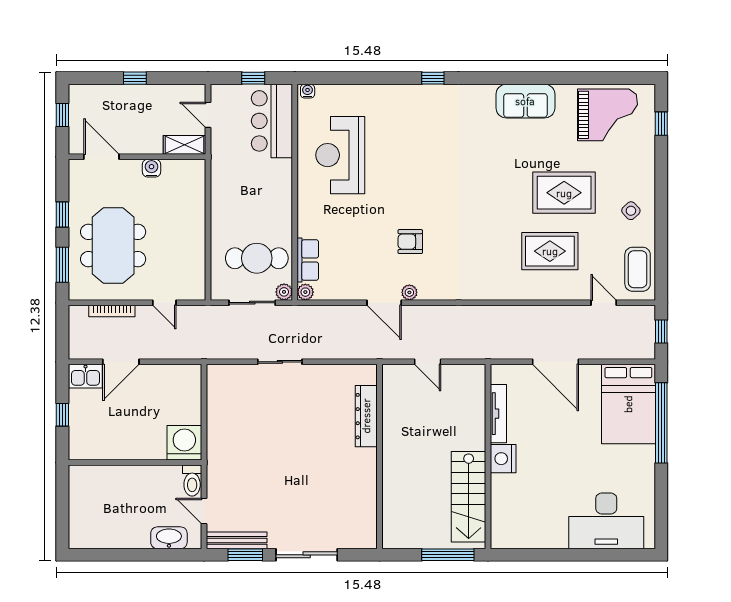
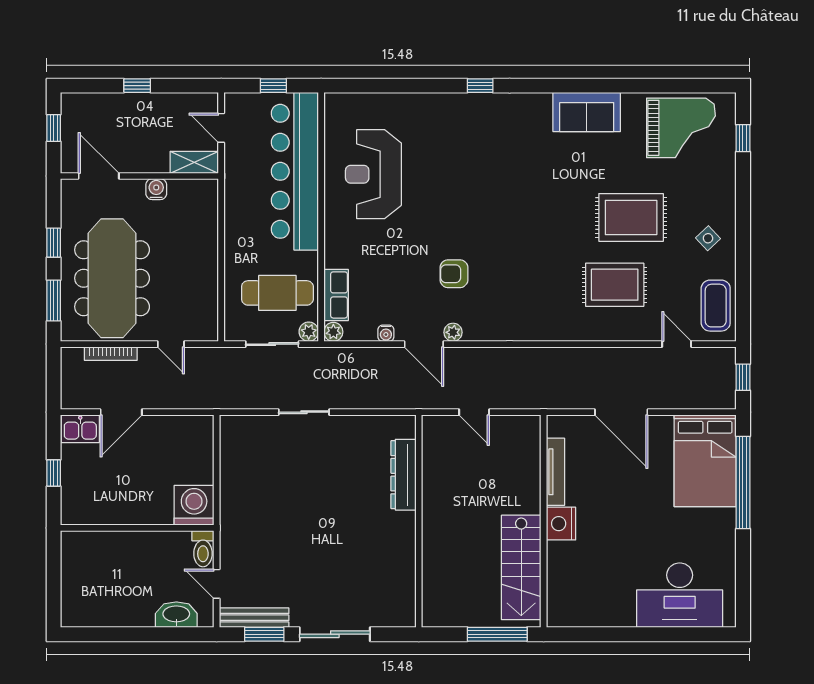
water cooler: (308, 91) -> (386, 333), moved, turned 180
bar counter: (272, 121) -> (295, 171), width x1.86
meeting table: (113, 245) -> (112, 278), width x1.36

